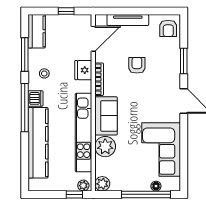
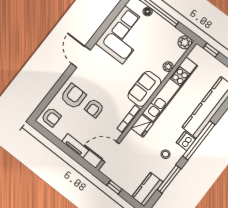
tv unit: (128, 20) -> (75, 146), width x0.71
armchair: (168, 28) -> (51, 117), turned 90
armchair: (163, 61) -> (73, 96), added
window: (184, 61) -> (59, 85), removed
fridge: (83, 70) -> (142, 126), moved
plant: (105, 147) -> (168, 67), width x0.53, depth x0.53
plant: (83, 186) -> (200, 52), removed

